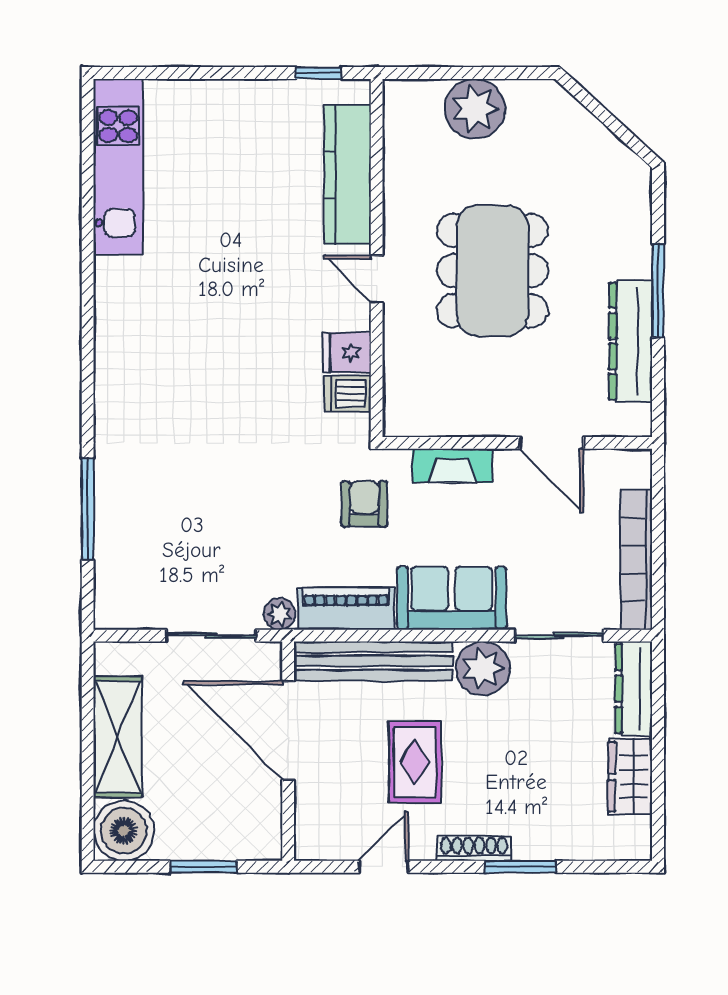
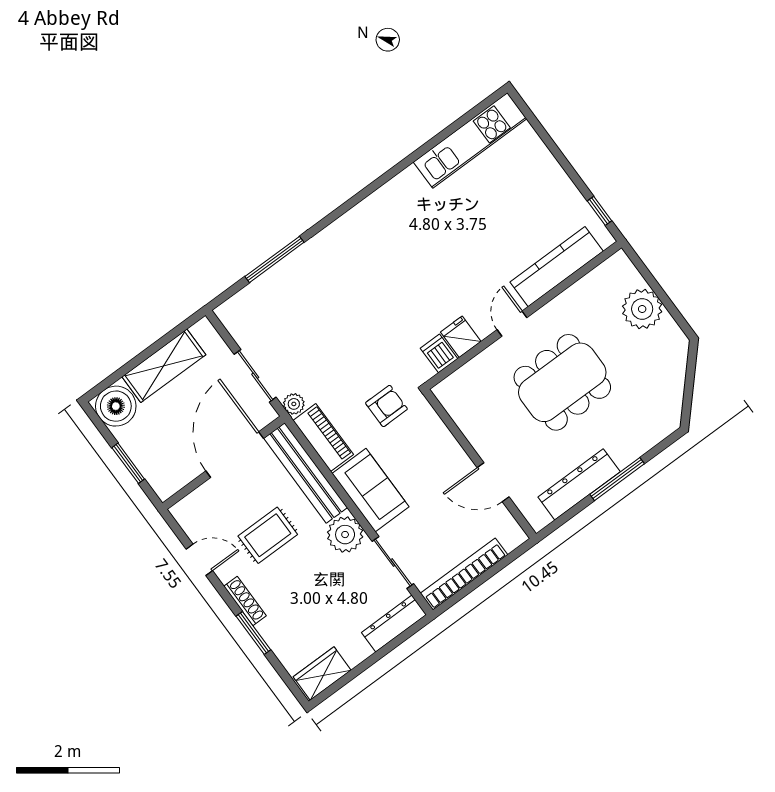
door: (551, 443) -> (493, 482), hinge flipped
fireplace: (452, 466) -> (442, 438), removed
wardrobe: (630, 777) -> (322, 674), moved

